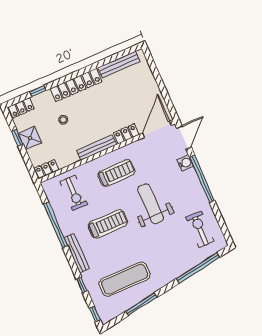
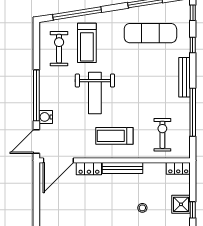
treadmill: (108, 224) -> (87, 43), moved, turned -90
exercise bike: (200, 229) -> (59, 49), turned 180

